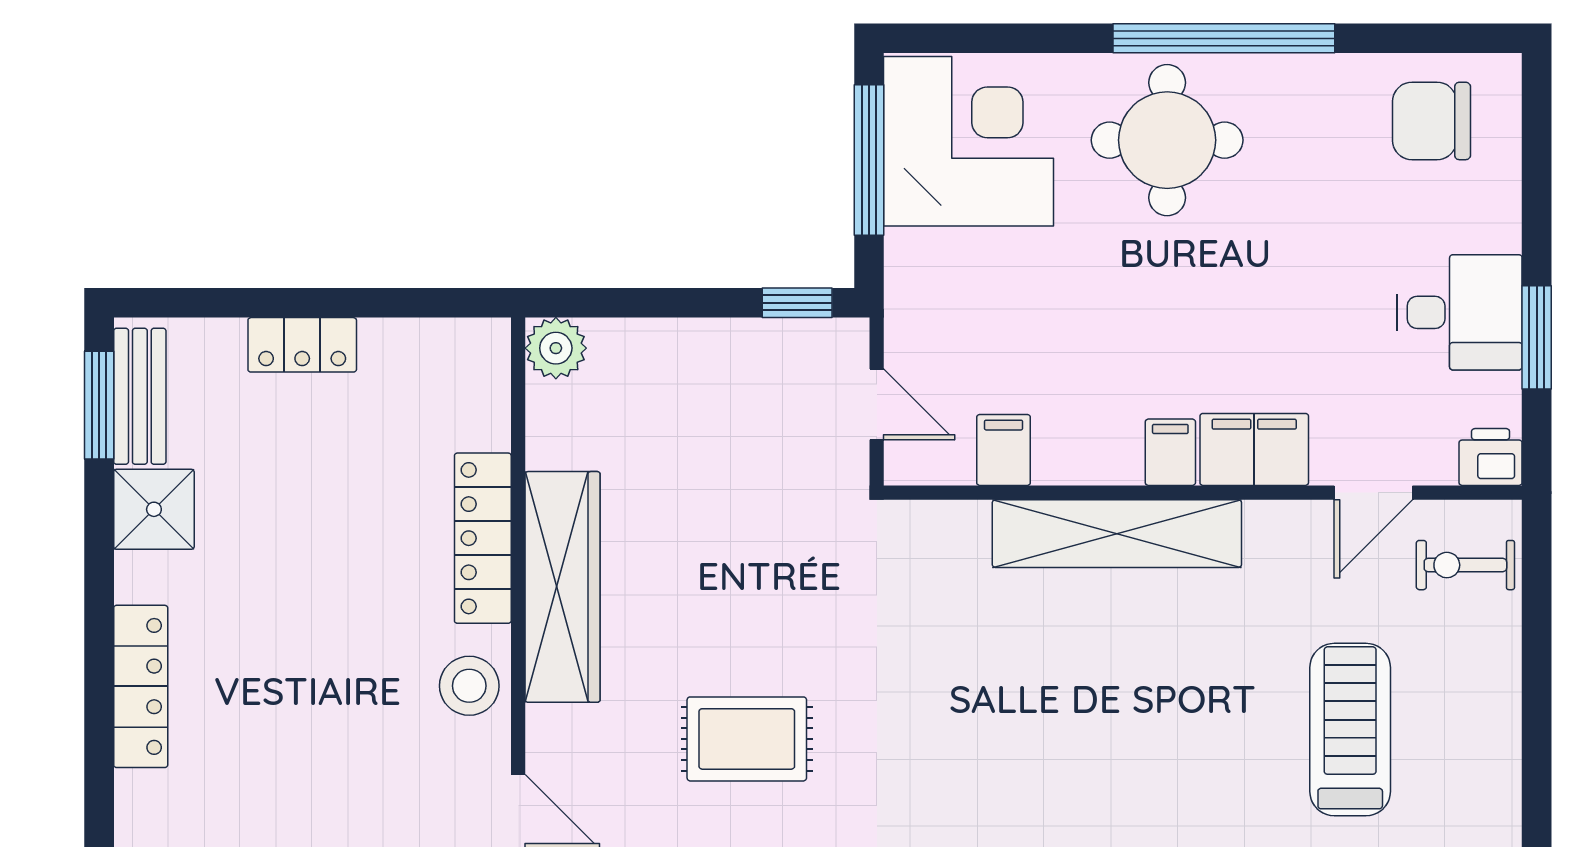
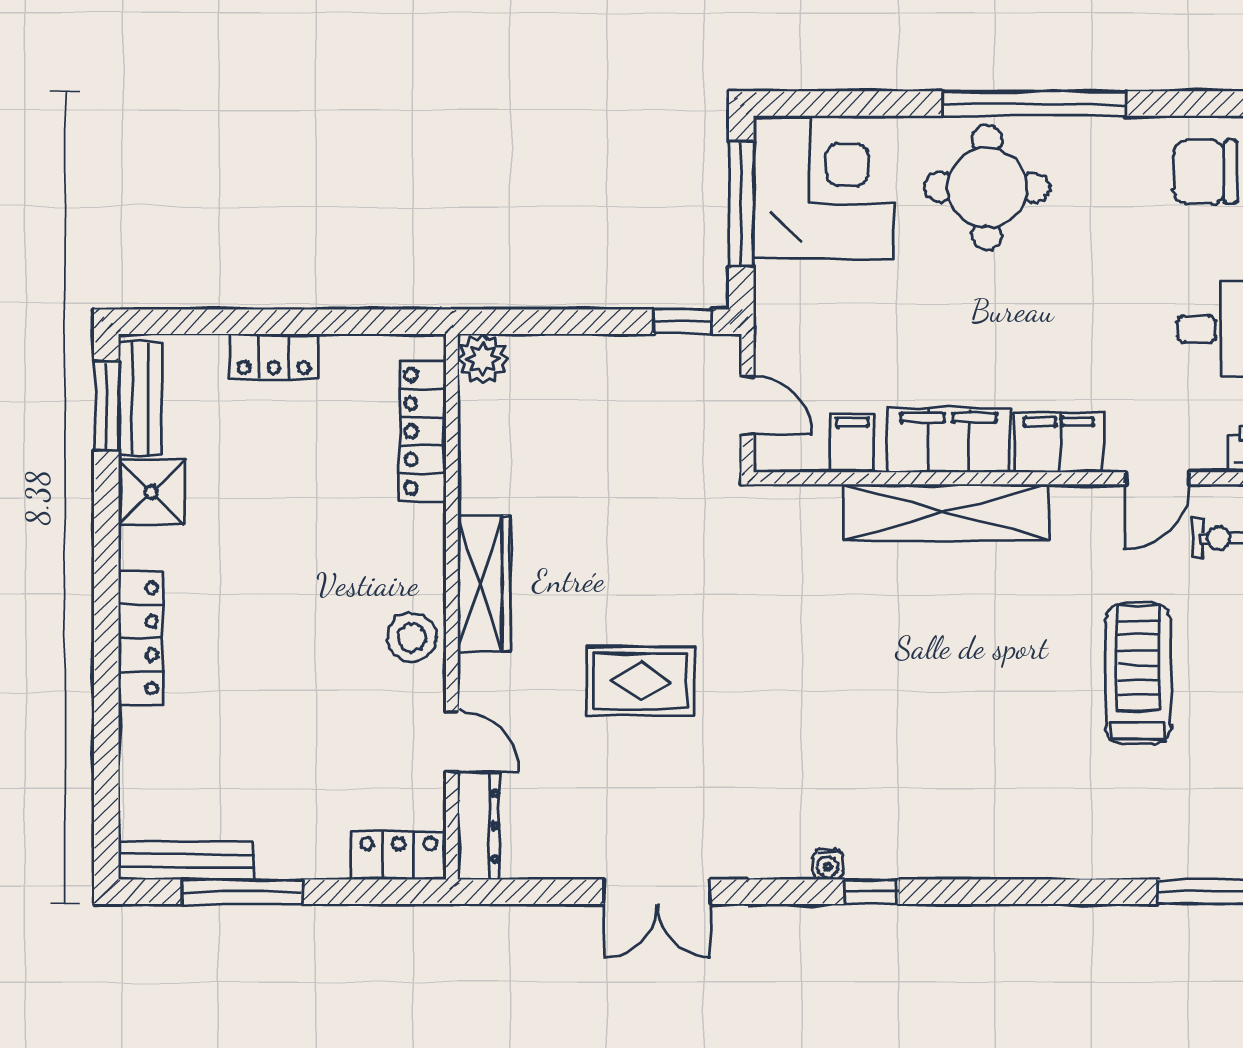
filing cabinet: (1170, 452) -> (949, 440), width x3.00, depth x1.17
locker: (483, 538) -> (423, 431), moved
wardrobe: (563, 587) -> (484, 583), width x0.71, depth x0.85

